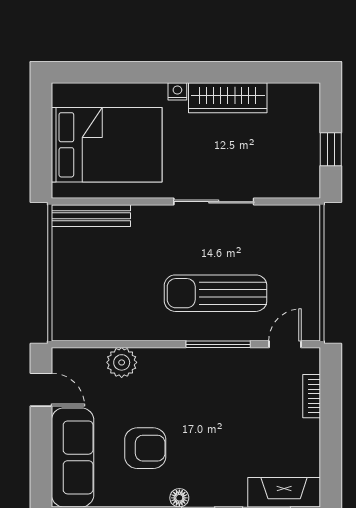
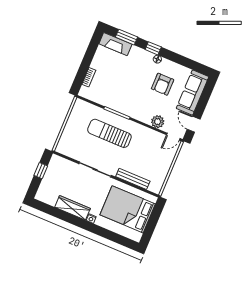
bench: (91, 216) -> (133, 179), moved
sun lounger: (216, 293) -> (109, 133), turned 180
door: (285, 344) -> (173, 137), moved
armchair: (145, 448) -> (163, 84), turned -90

